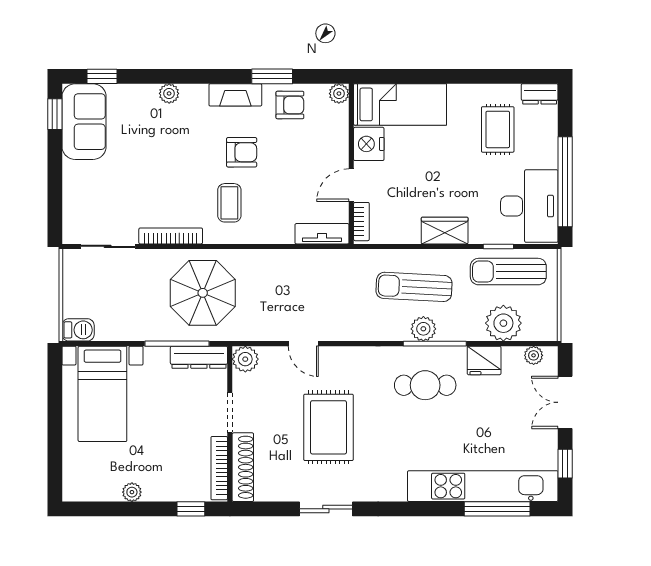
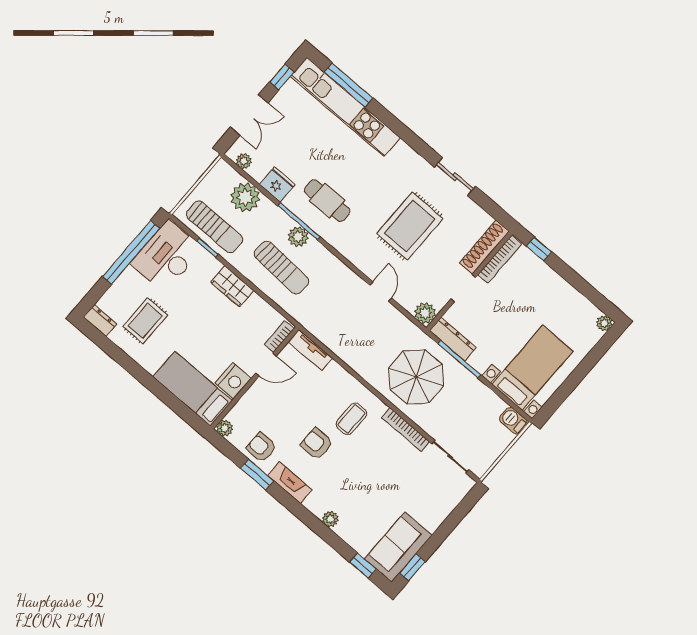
plant: (132, 492) -> (604, 323), moved

